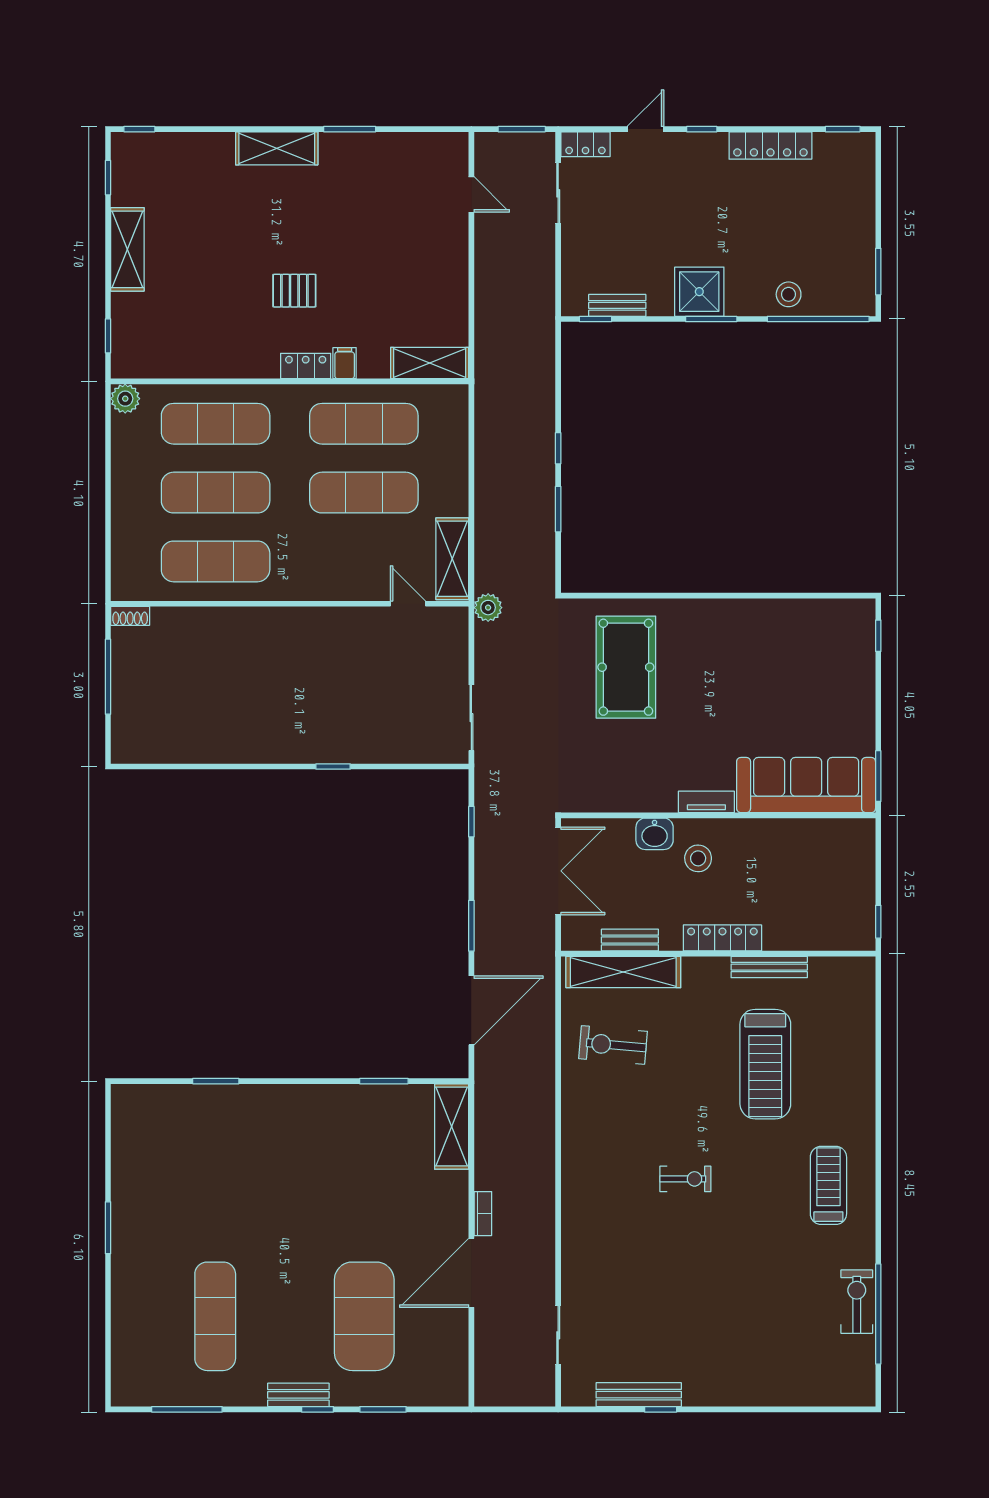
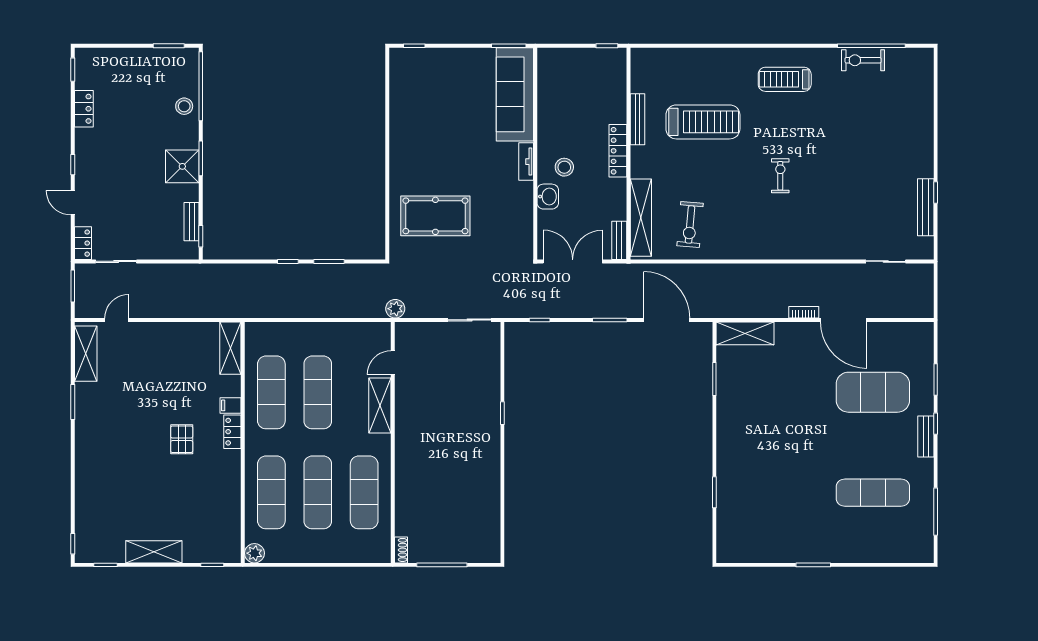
locker: (770, 146) -> (84, 109), width x0.66
shelving: (277, 148) -> (86, 354), moved
shelving: (452, 559) -> (380, 406), moved, turned 90
bench: (630, 940) -> (619, 240), moved

